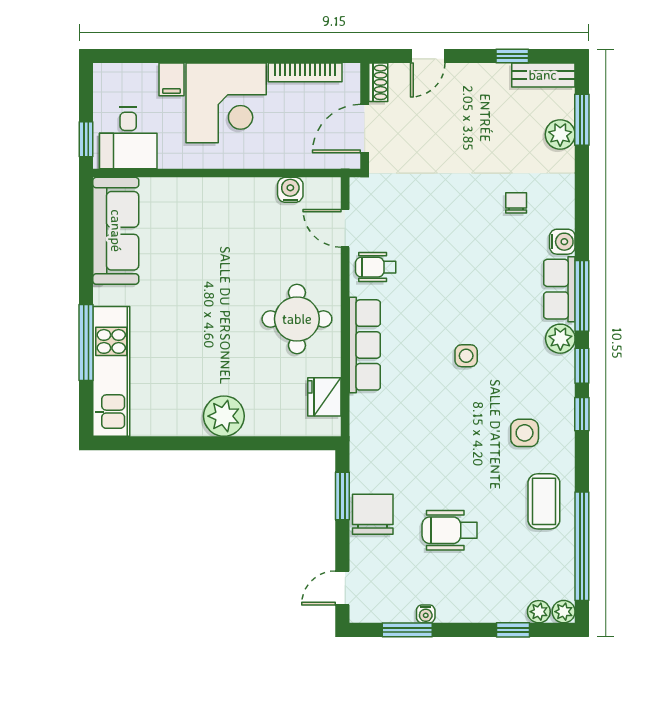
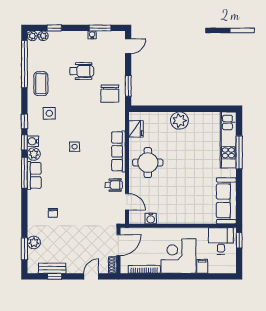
bench: (543, 75) -> (52, 268), moved
water cooler: (562, 242) -> (33, 141), moved
chair: (373, 514) -> (110, 94), moved

